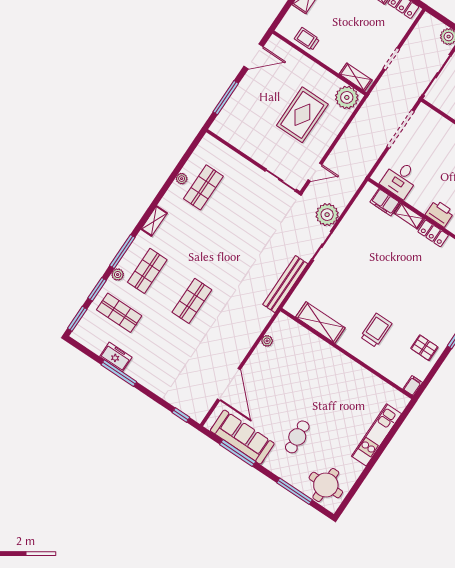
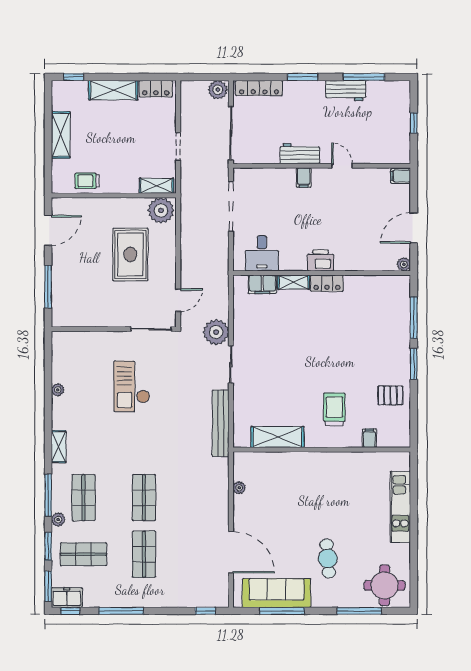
shop shelf: (203, 187) -> (144, 554), moved
checkout: (238, 213) -> (132, 386), added
window: (81, 348) -> (70, 611), added
freezer: (116, 357) -> (67, 598), moved
filing cabinet: (413, 386) -> (369, 438), moved

